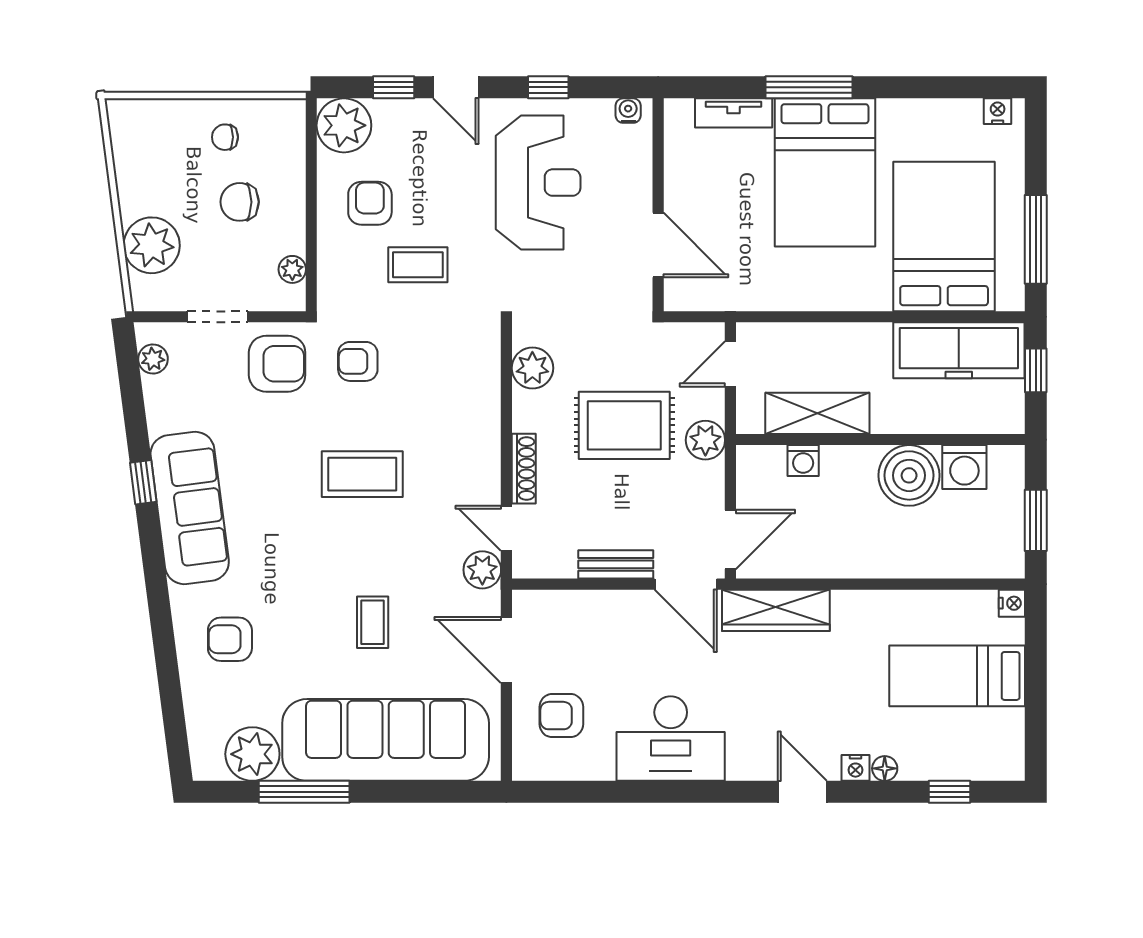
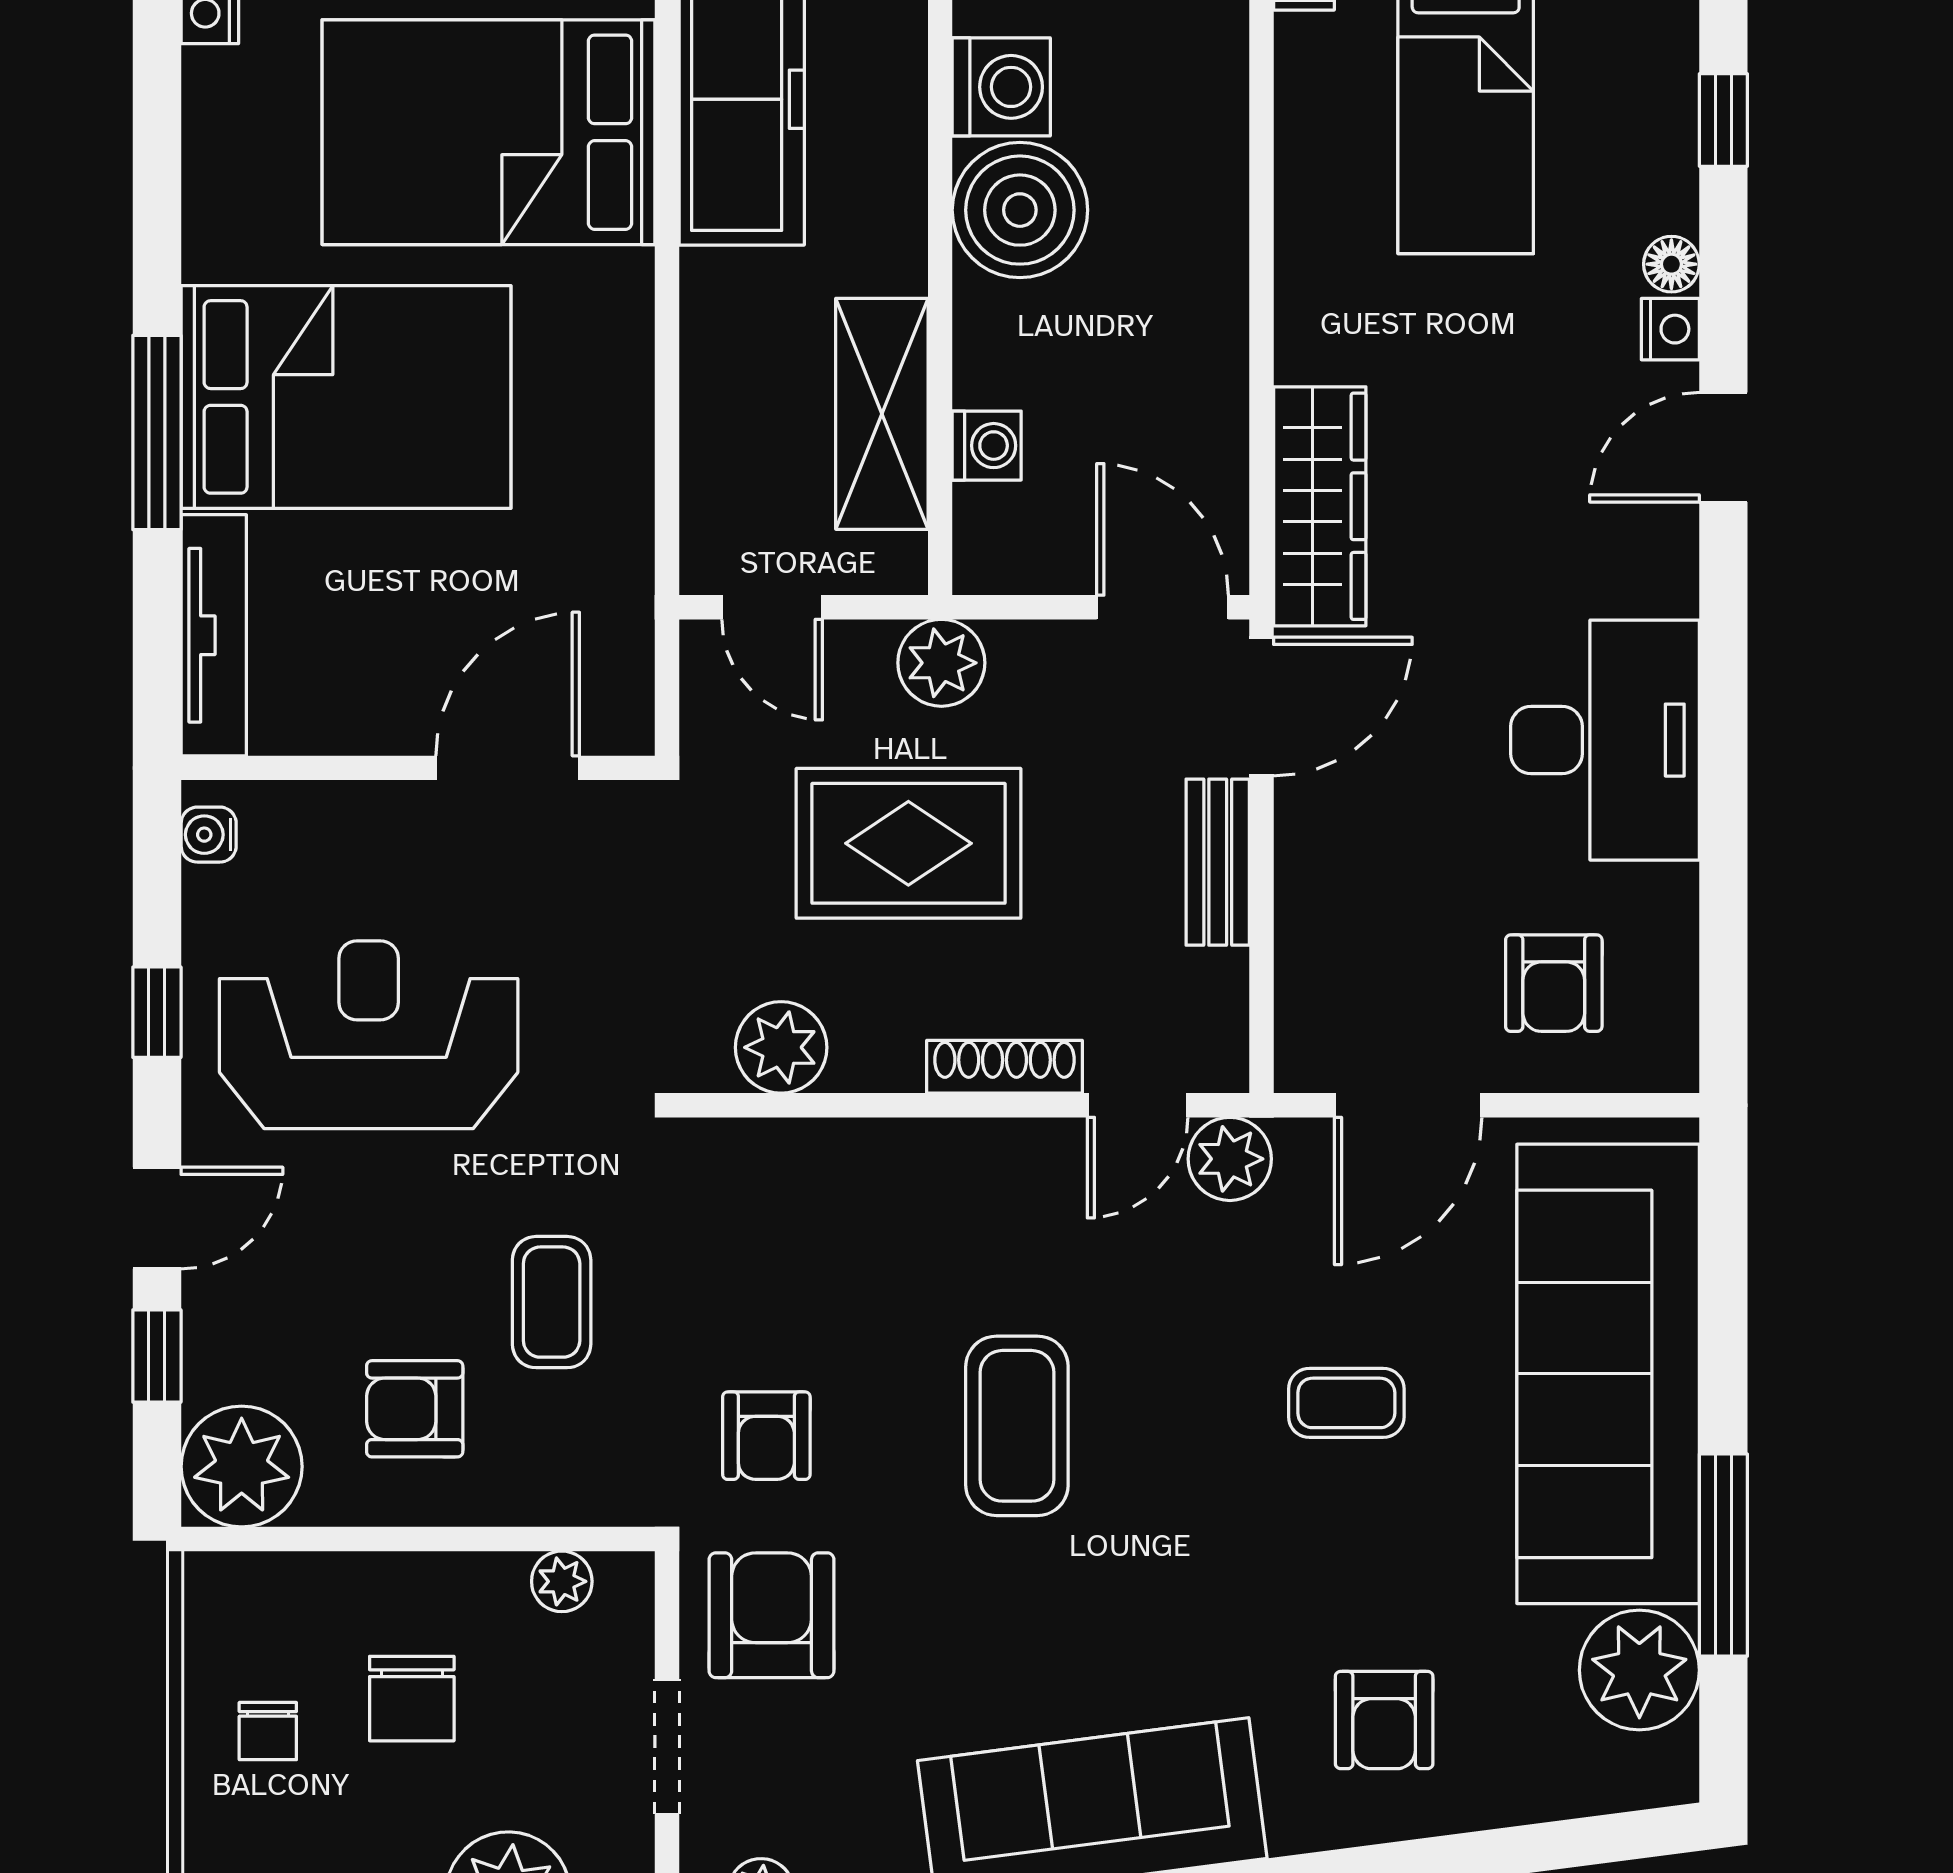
tv unit: (734, 113) -> (214, 635), width x1.41
rug: (624, 425) -> (908, 843), turned 90

